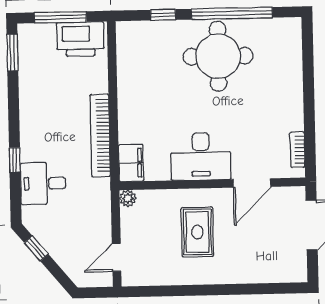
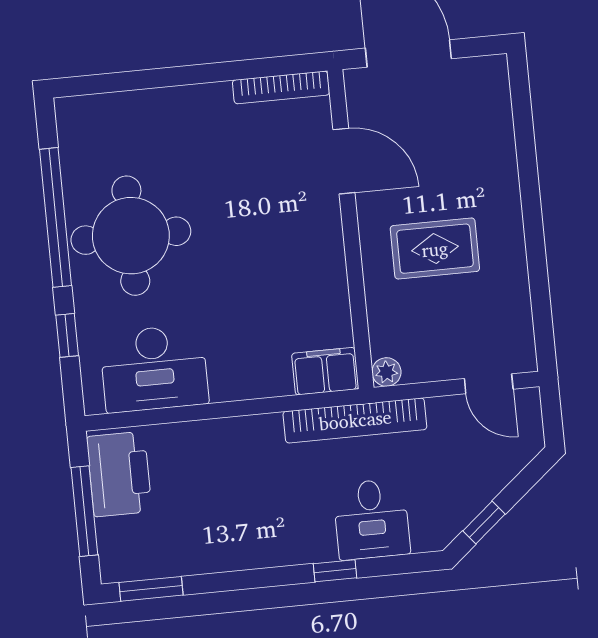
bookcase: (100, 135) -> (355, 420), moved
bookcase: (297, 150) -> (281, 87), width x1.56
desk: (201, 156) -> (154, 368), moved, turned 90

